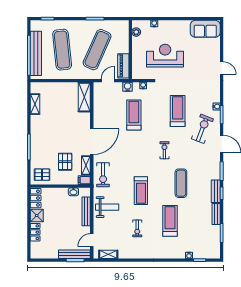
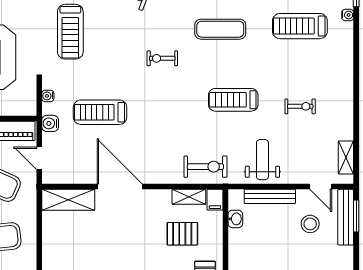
treadmill: (178, 111) -> (70, 32), moved, turned -90
door: (92, 142) -> (120, 187), moved
treadmill: (141, 191) -> (233, 100), turned 180
treadmill: (170, 221) -> (300, 26), moved
stool: (71, 234) -> (310, 224), added

